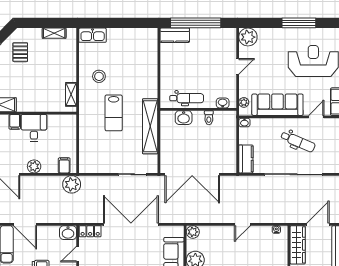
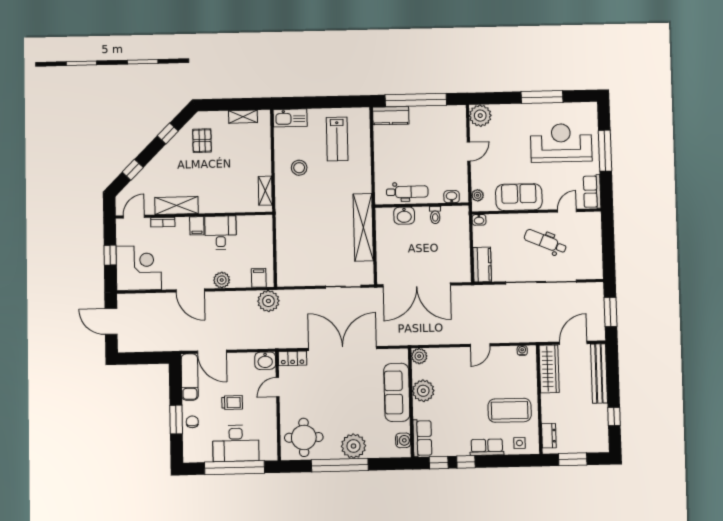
sofa: (277, 105) -> (519, 197), width x0.73
lab bench: (114, 113) -> (337, 139), moved
dental chair: (298, 142) -> (545, 242), turned 180

